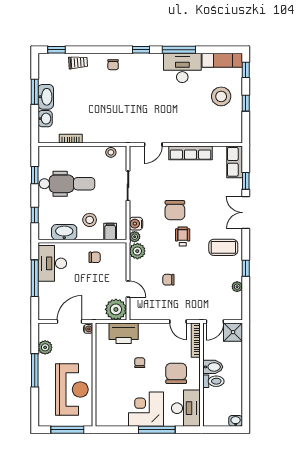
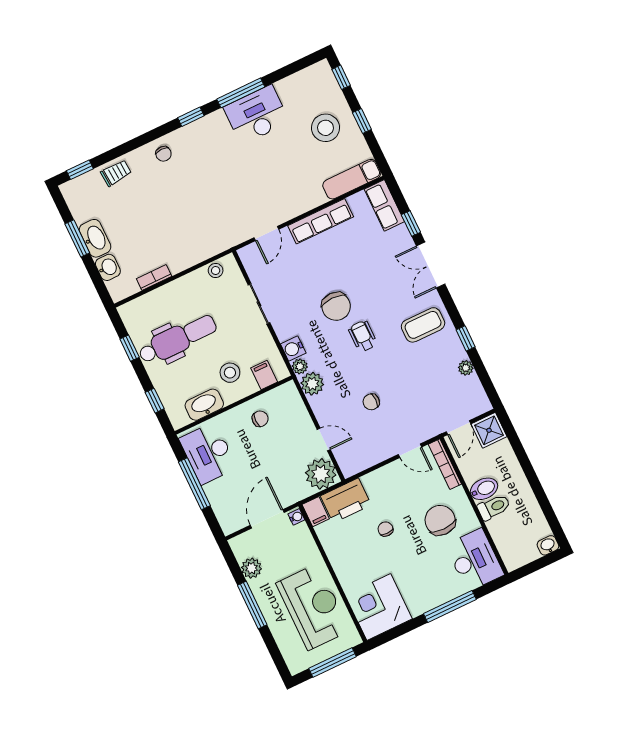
exam couch: (222, 60) -> (352, 179), moved, turned 180
filing cabinet: (102, 331) -> (316, 512), added
corner desk: (146, 409) -> (379, 607), moved

